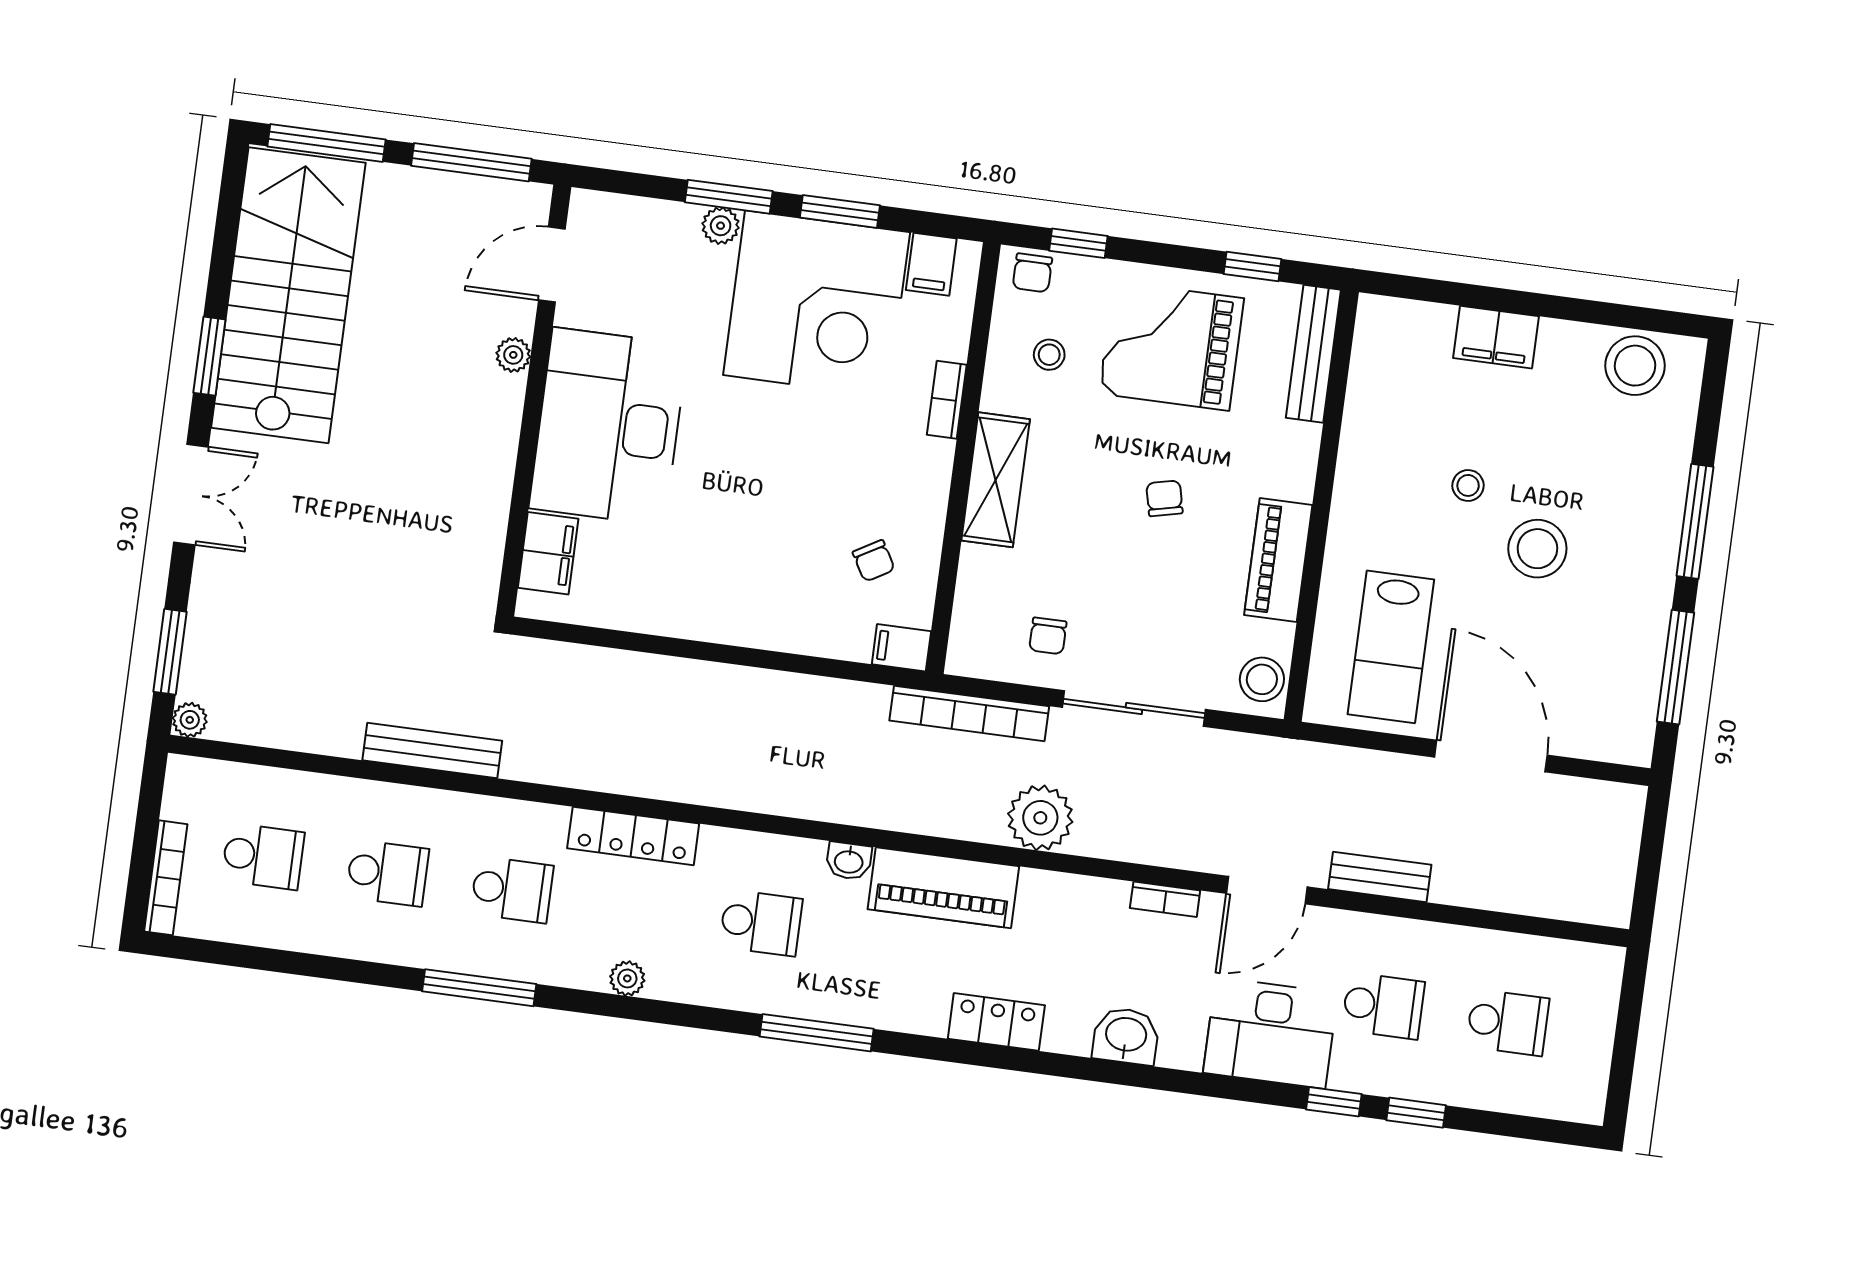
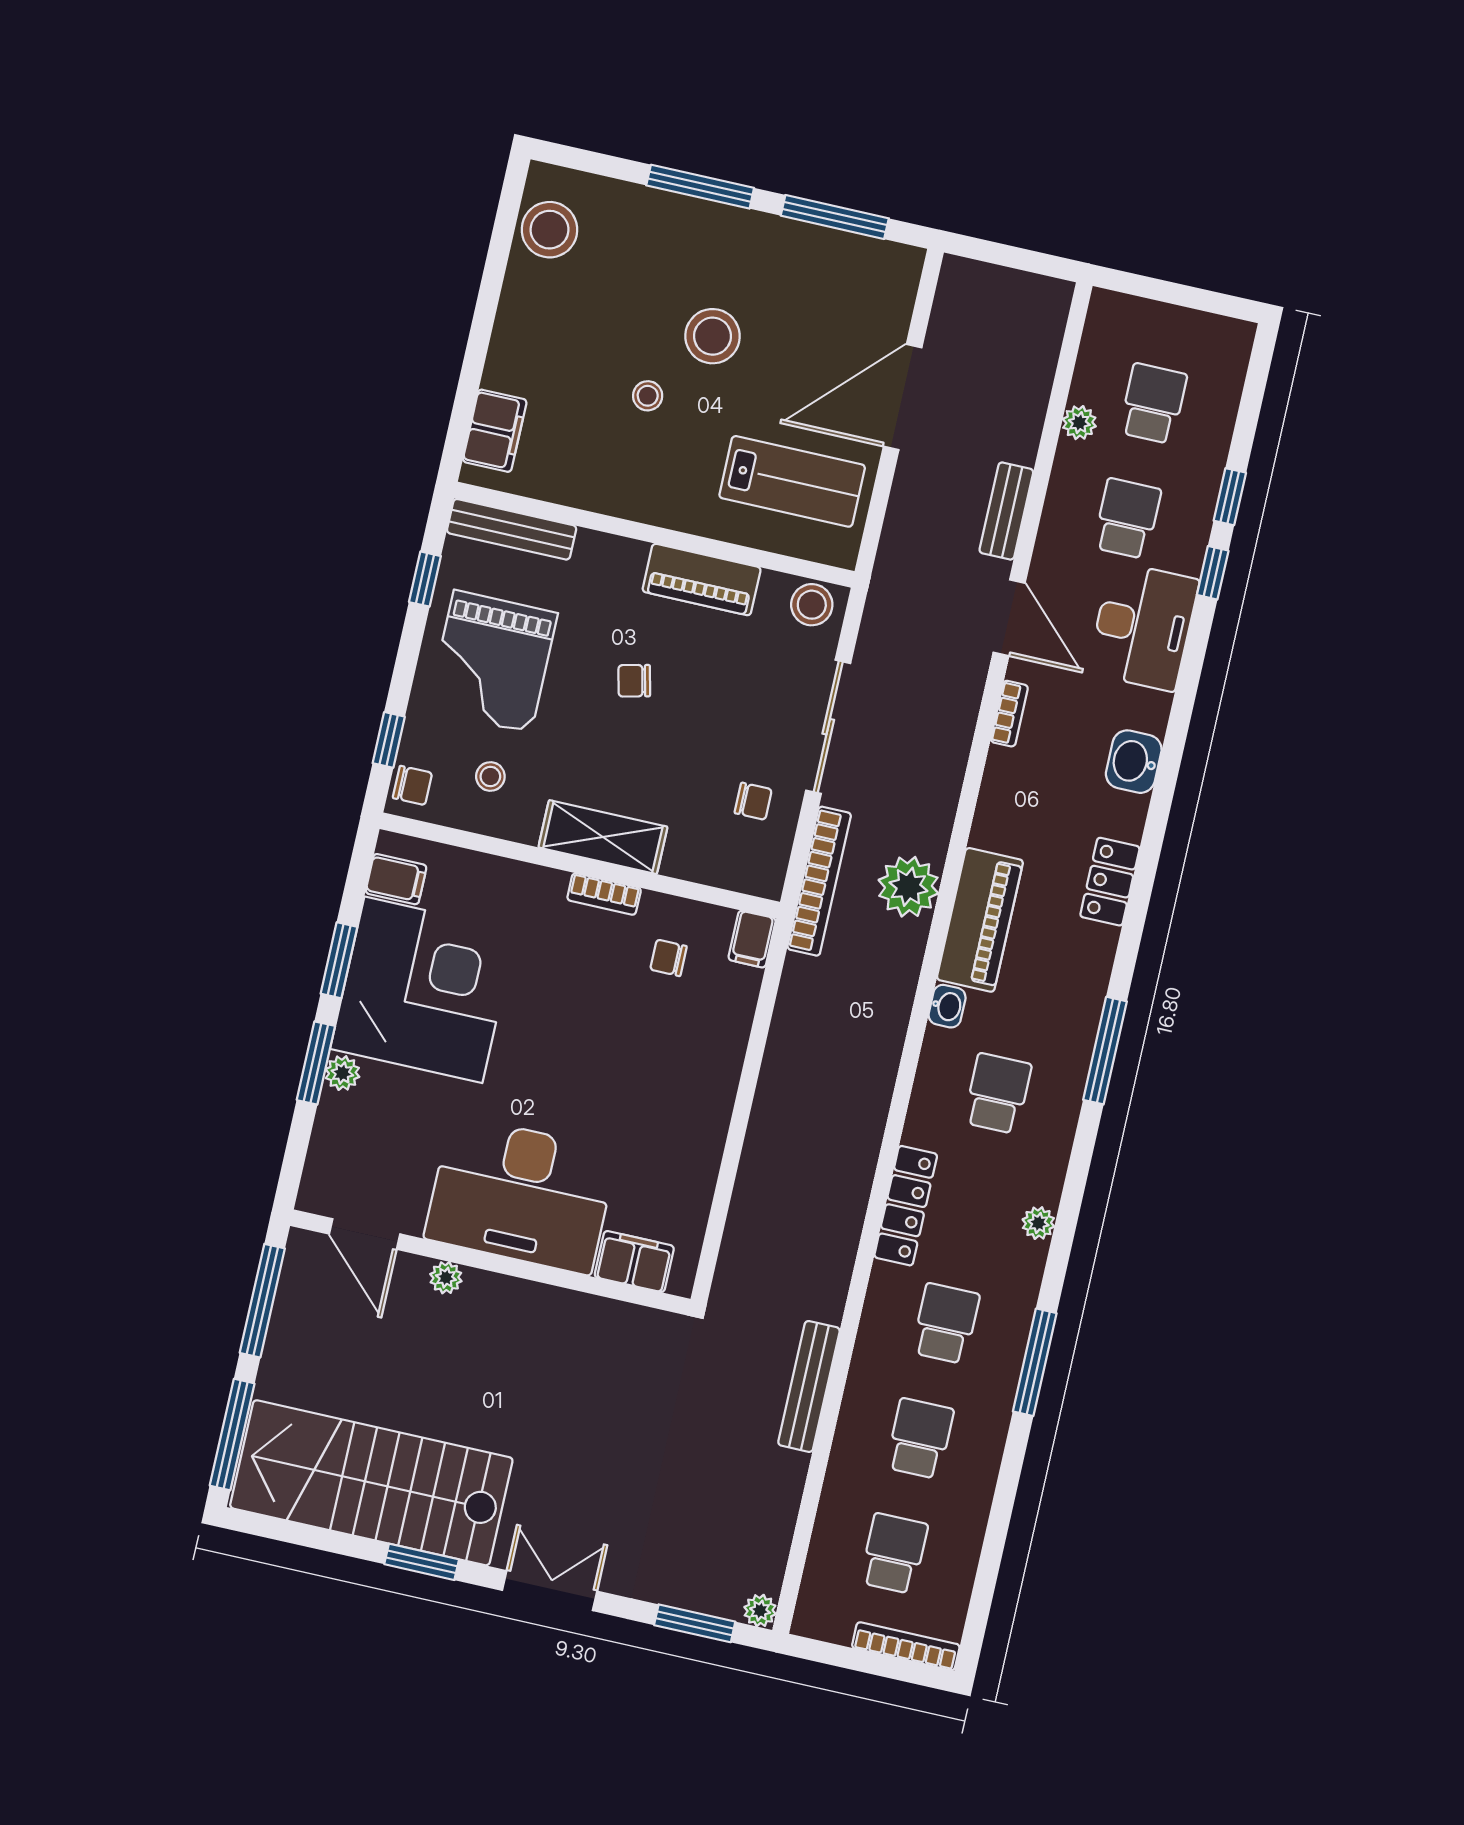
filing cabinet: (1496, 337) -> (495, 431), moved
bookcase: (947, 400) -> (604, 894), moved
chair: (874, 561) -> (668, 958), turned -150
plant: (1040, 818) -> (908, 887), moved
plant: (1480, 946) -> (1079, 423), added

